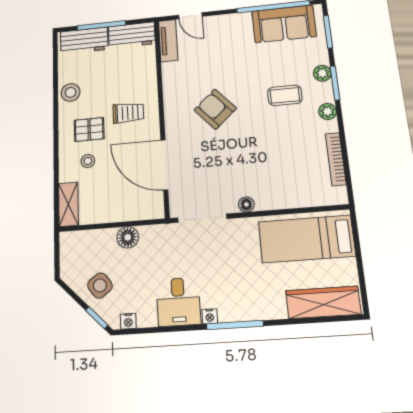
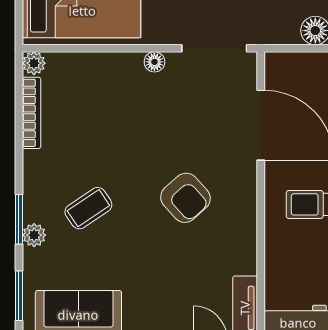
coffee table: (285, 95) -> (88, 208), turned -34
plant: (328, 111) -> (34, 63), moved

